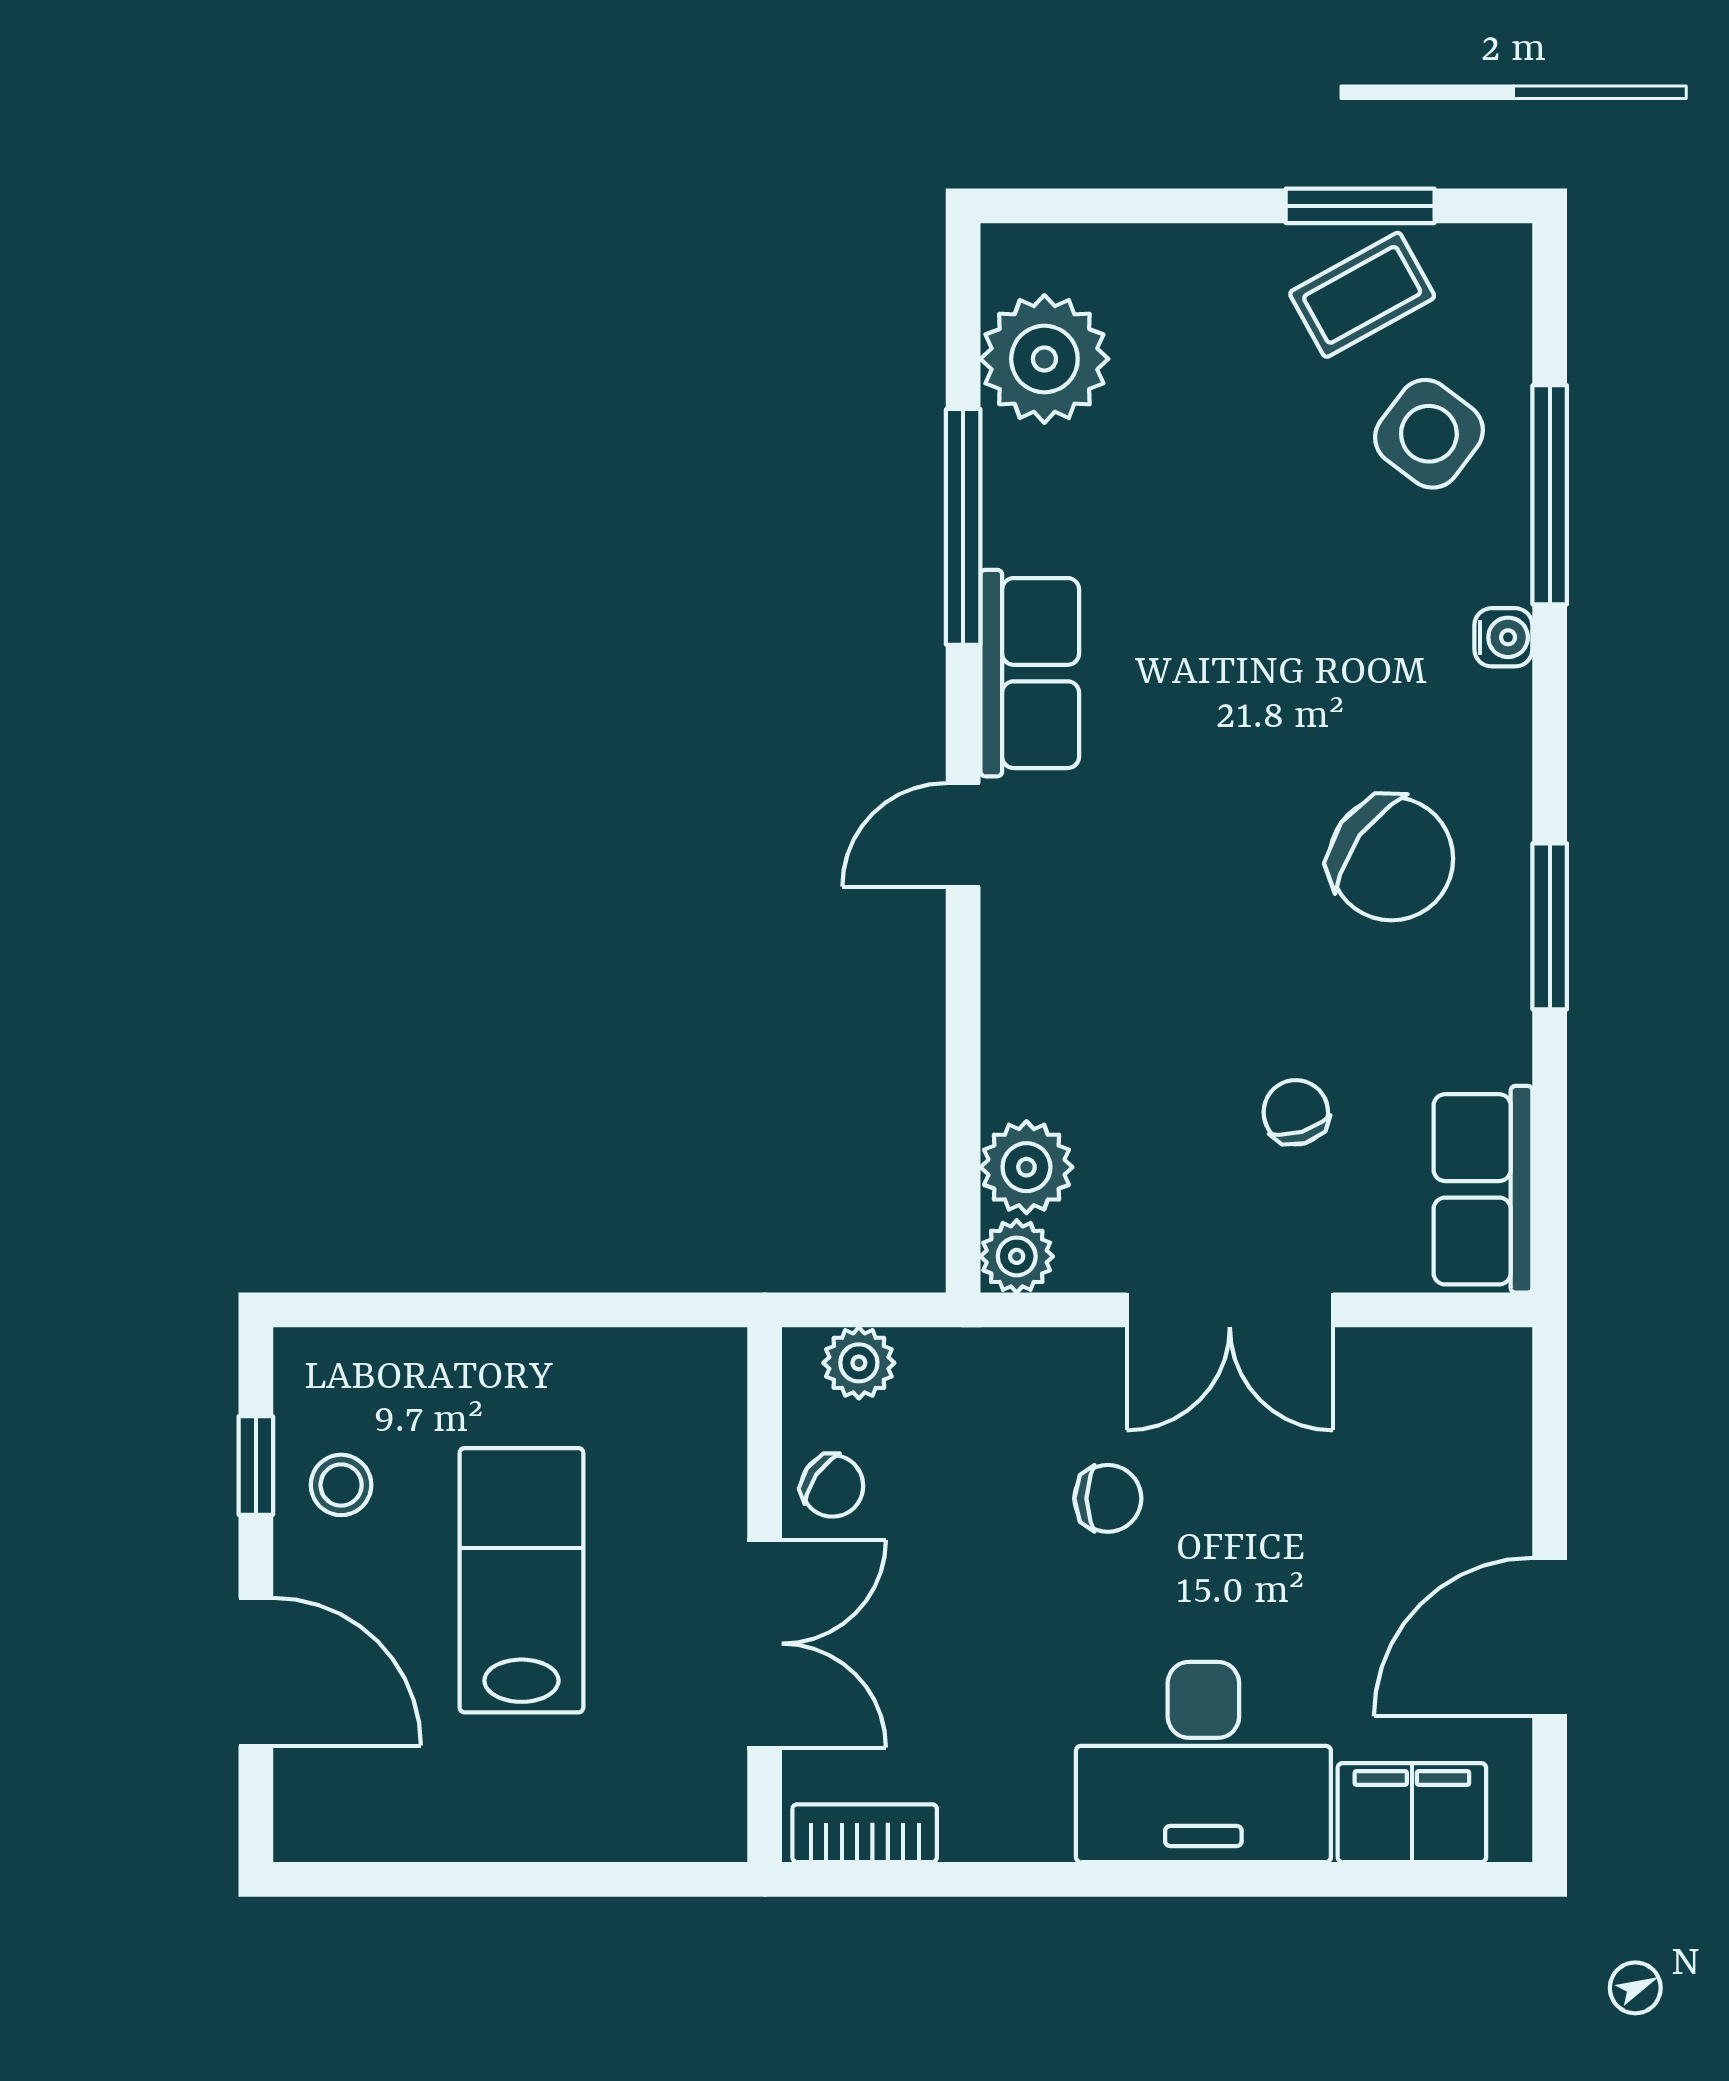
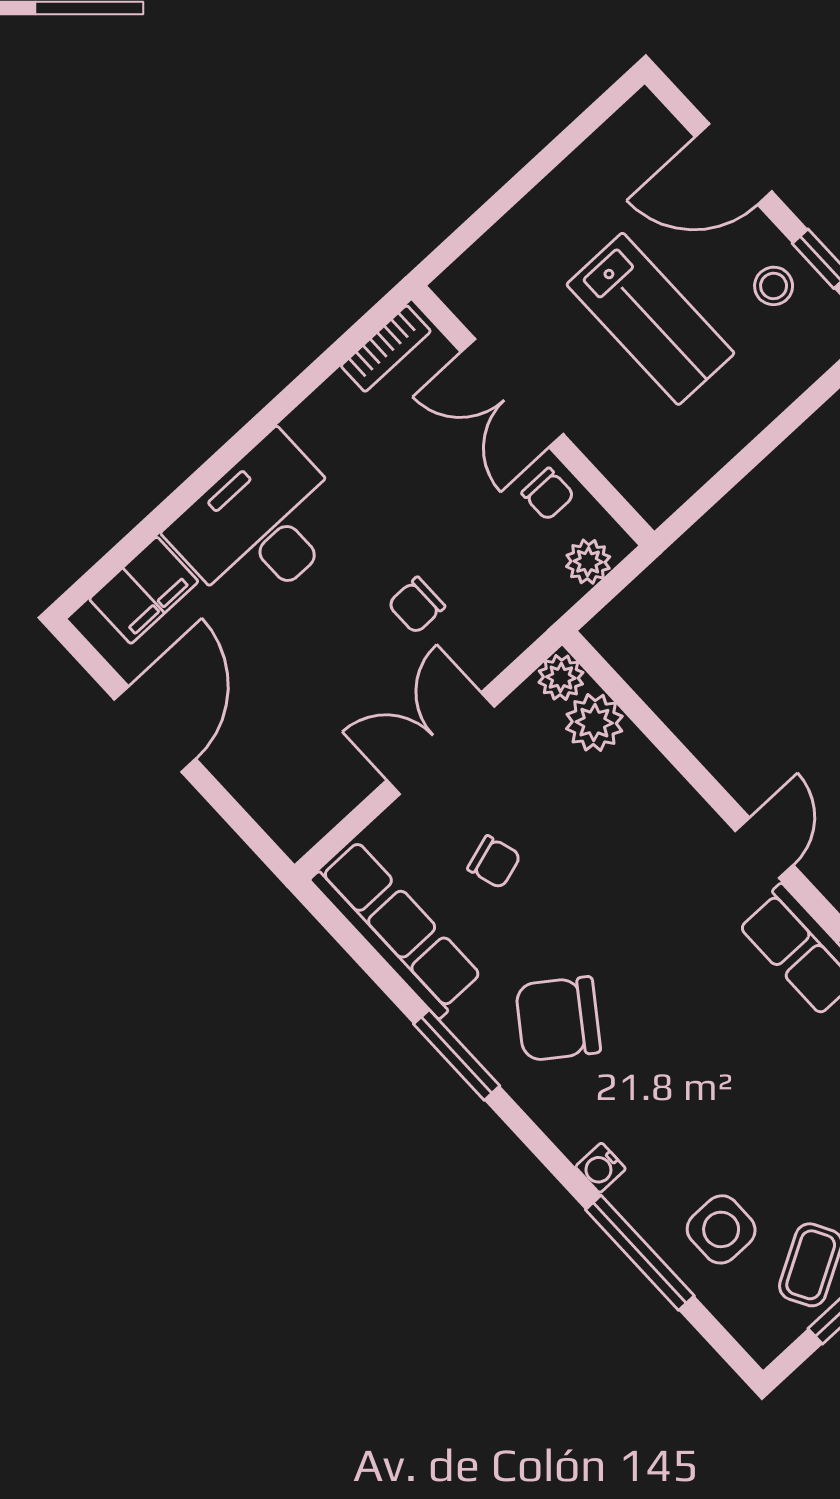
side table: (1429, 434) -> (721, 1229), turned -37
row of seats: (1483, 1189) -> (397, 929), width x1.48
chair: (832, 1486) -> (548, 494), turned -125

